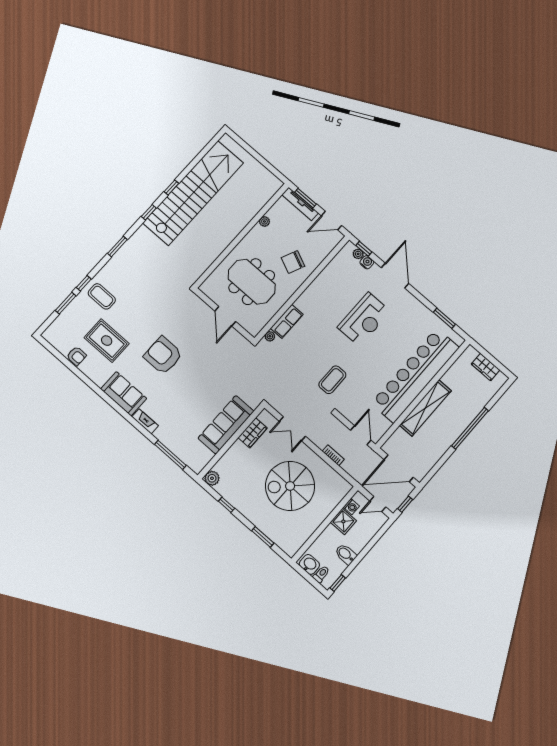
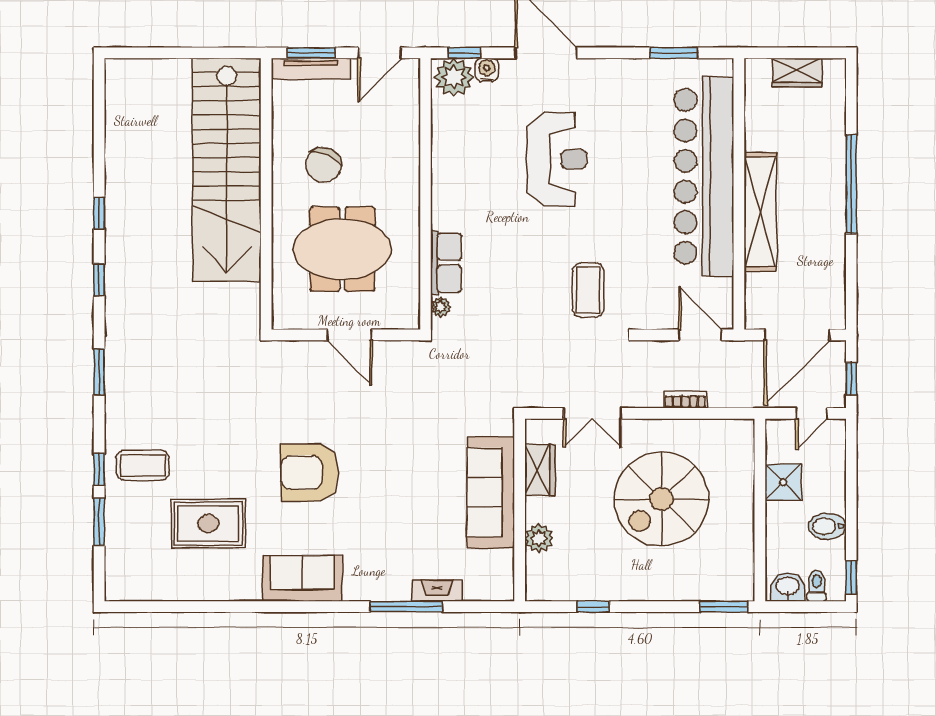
stairs: (193, 193) -> (227, 170), moved, turned 180
plant: (264, 221) -> (282, 142), removed
plant: (358, 254) -> (454, 77), width x1.88, depth x1.88
chair: (293, 262) -> (324, 165), moved
armchair: (76, 356) -> (185, 584), removed
fireplace: (145, 421) -> (437, 591), moved
window: (170, 455) -> (406, 607), moved
plant: (212, 478) -> (539, 538), moved
washing machine: (351, 507) -> (776, 451), removed
window: (263, 537) -> (724, 607), moved

